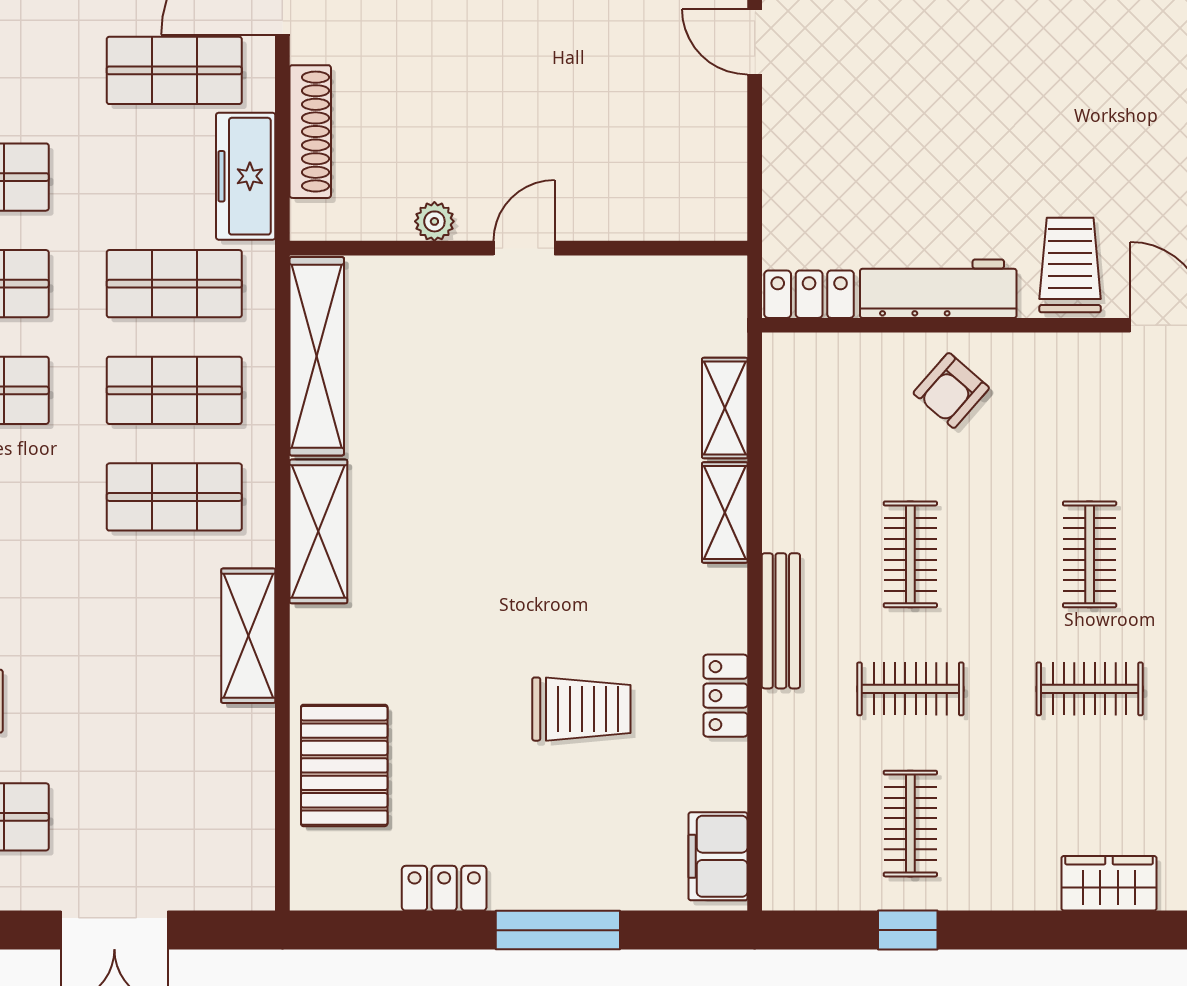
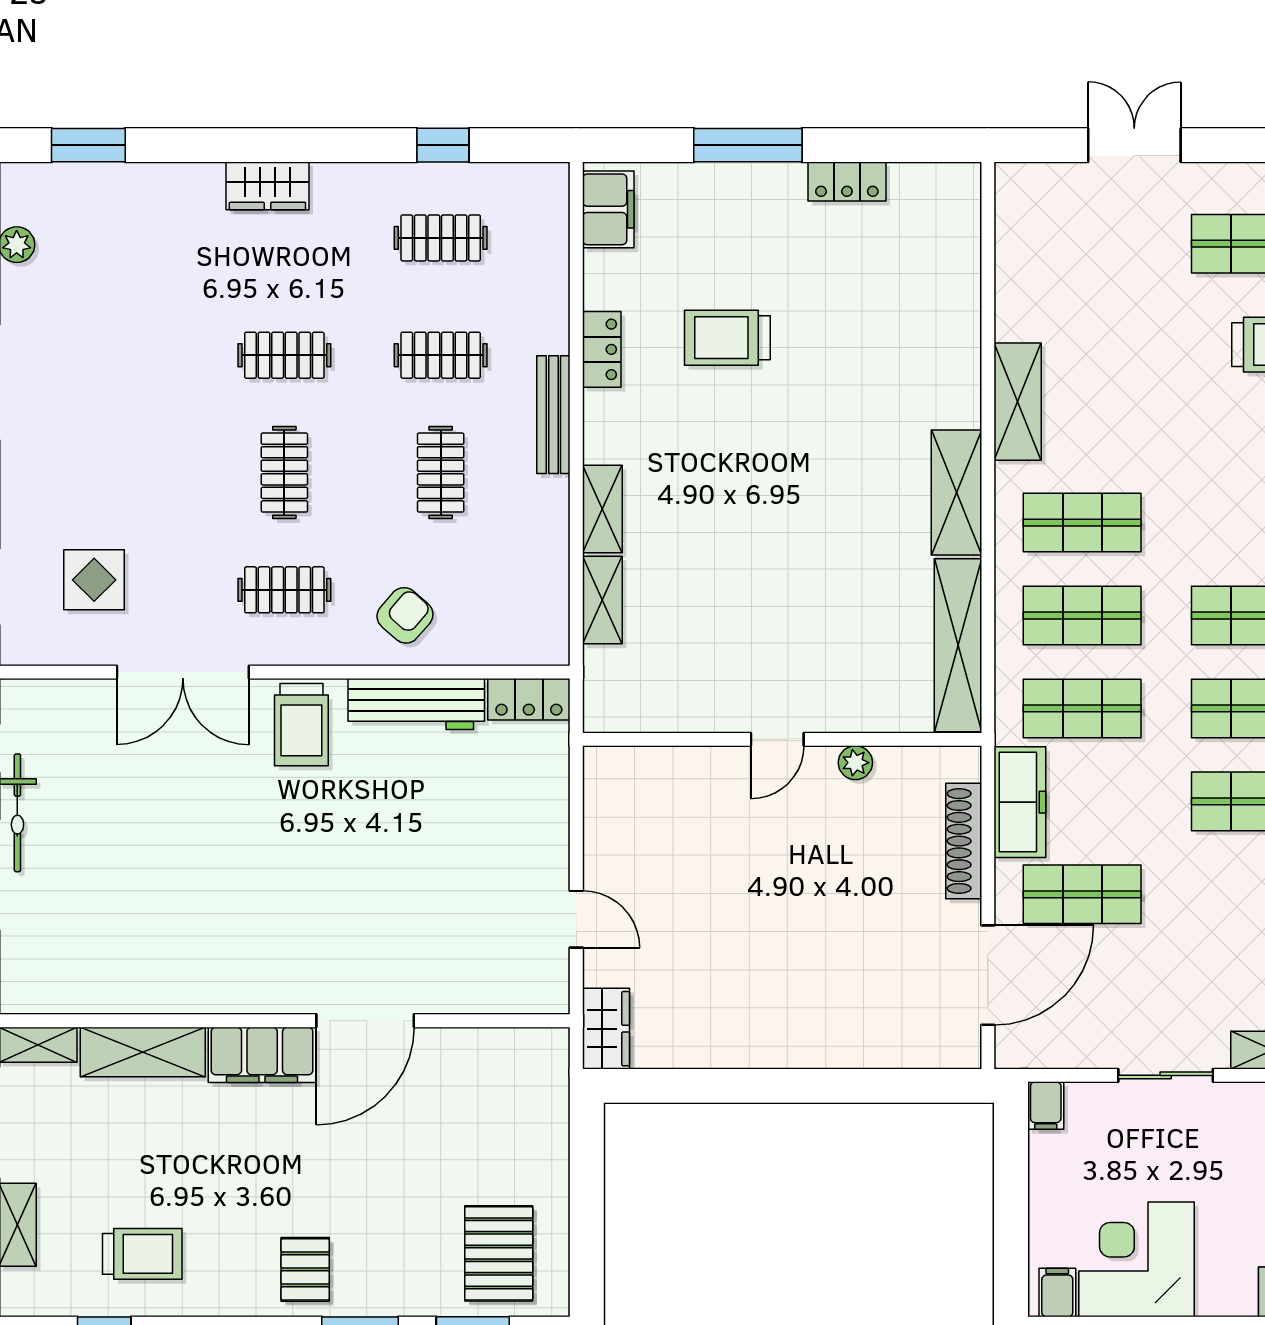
clothes rail: (1090, 420) -> (284, 590), added
pallet: (344, 765) -> (934, 289), removed
clothes rail: (910, 824) -> (441, 238), turned 90

